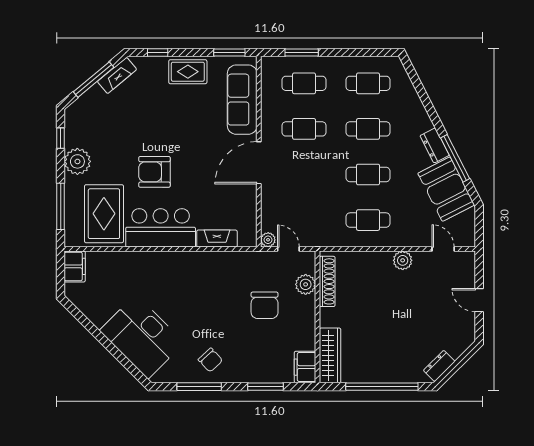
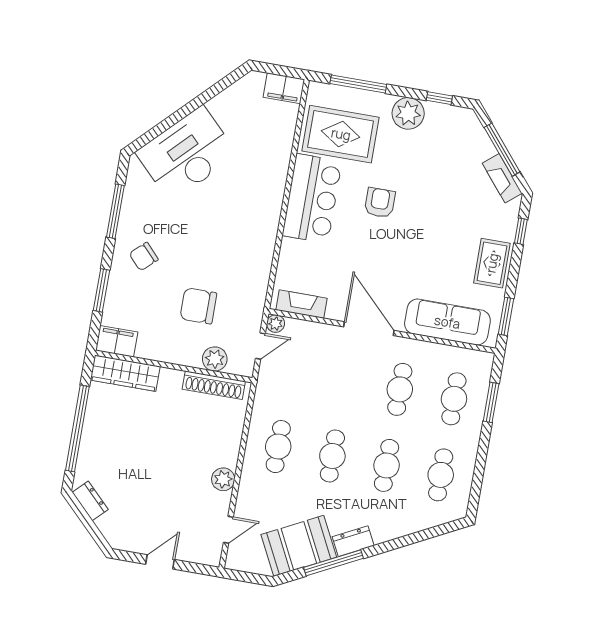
armchair: (154, 172) -> (380, 203), width x0.72, depth x0.72
fireplace: (217, 239) -> (301, 304), moved, turned -90
chair: (210, 360) -> (144, 257), moved

